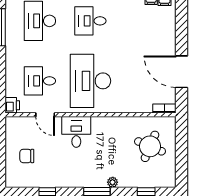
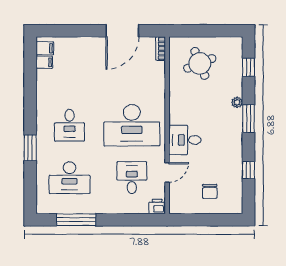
desk: (40, 81) -> (132, 178), turned 180
round table: (150, 146) -> (200, 63), turned 45

